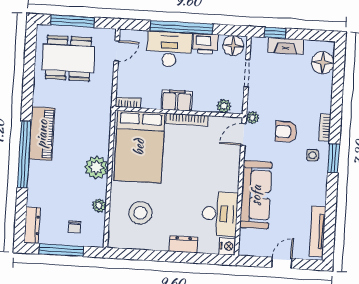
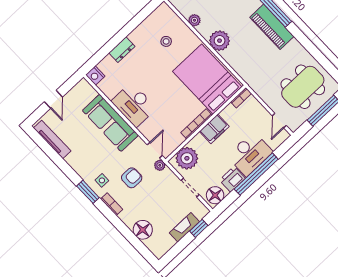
floor lamp: (323, 63) -> (143, 230), moved
plant: (224, 106) -> (187, 158), width x1.87, depth x1.87
stool: (140, 213) -> (166, 41), width x0.53, depth x0.53
desk: (220, 214) -> (134, 105), moved

